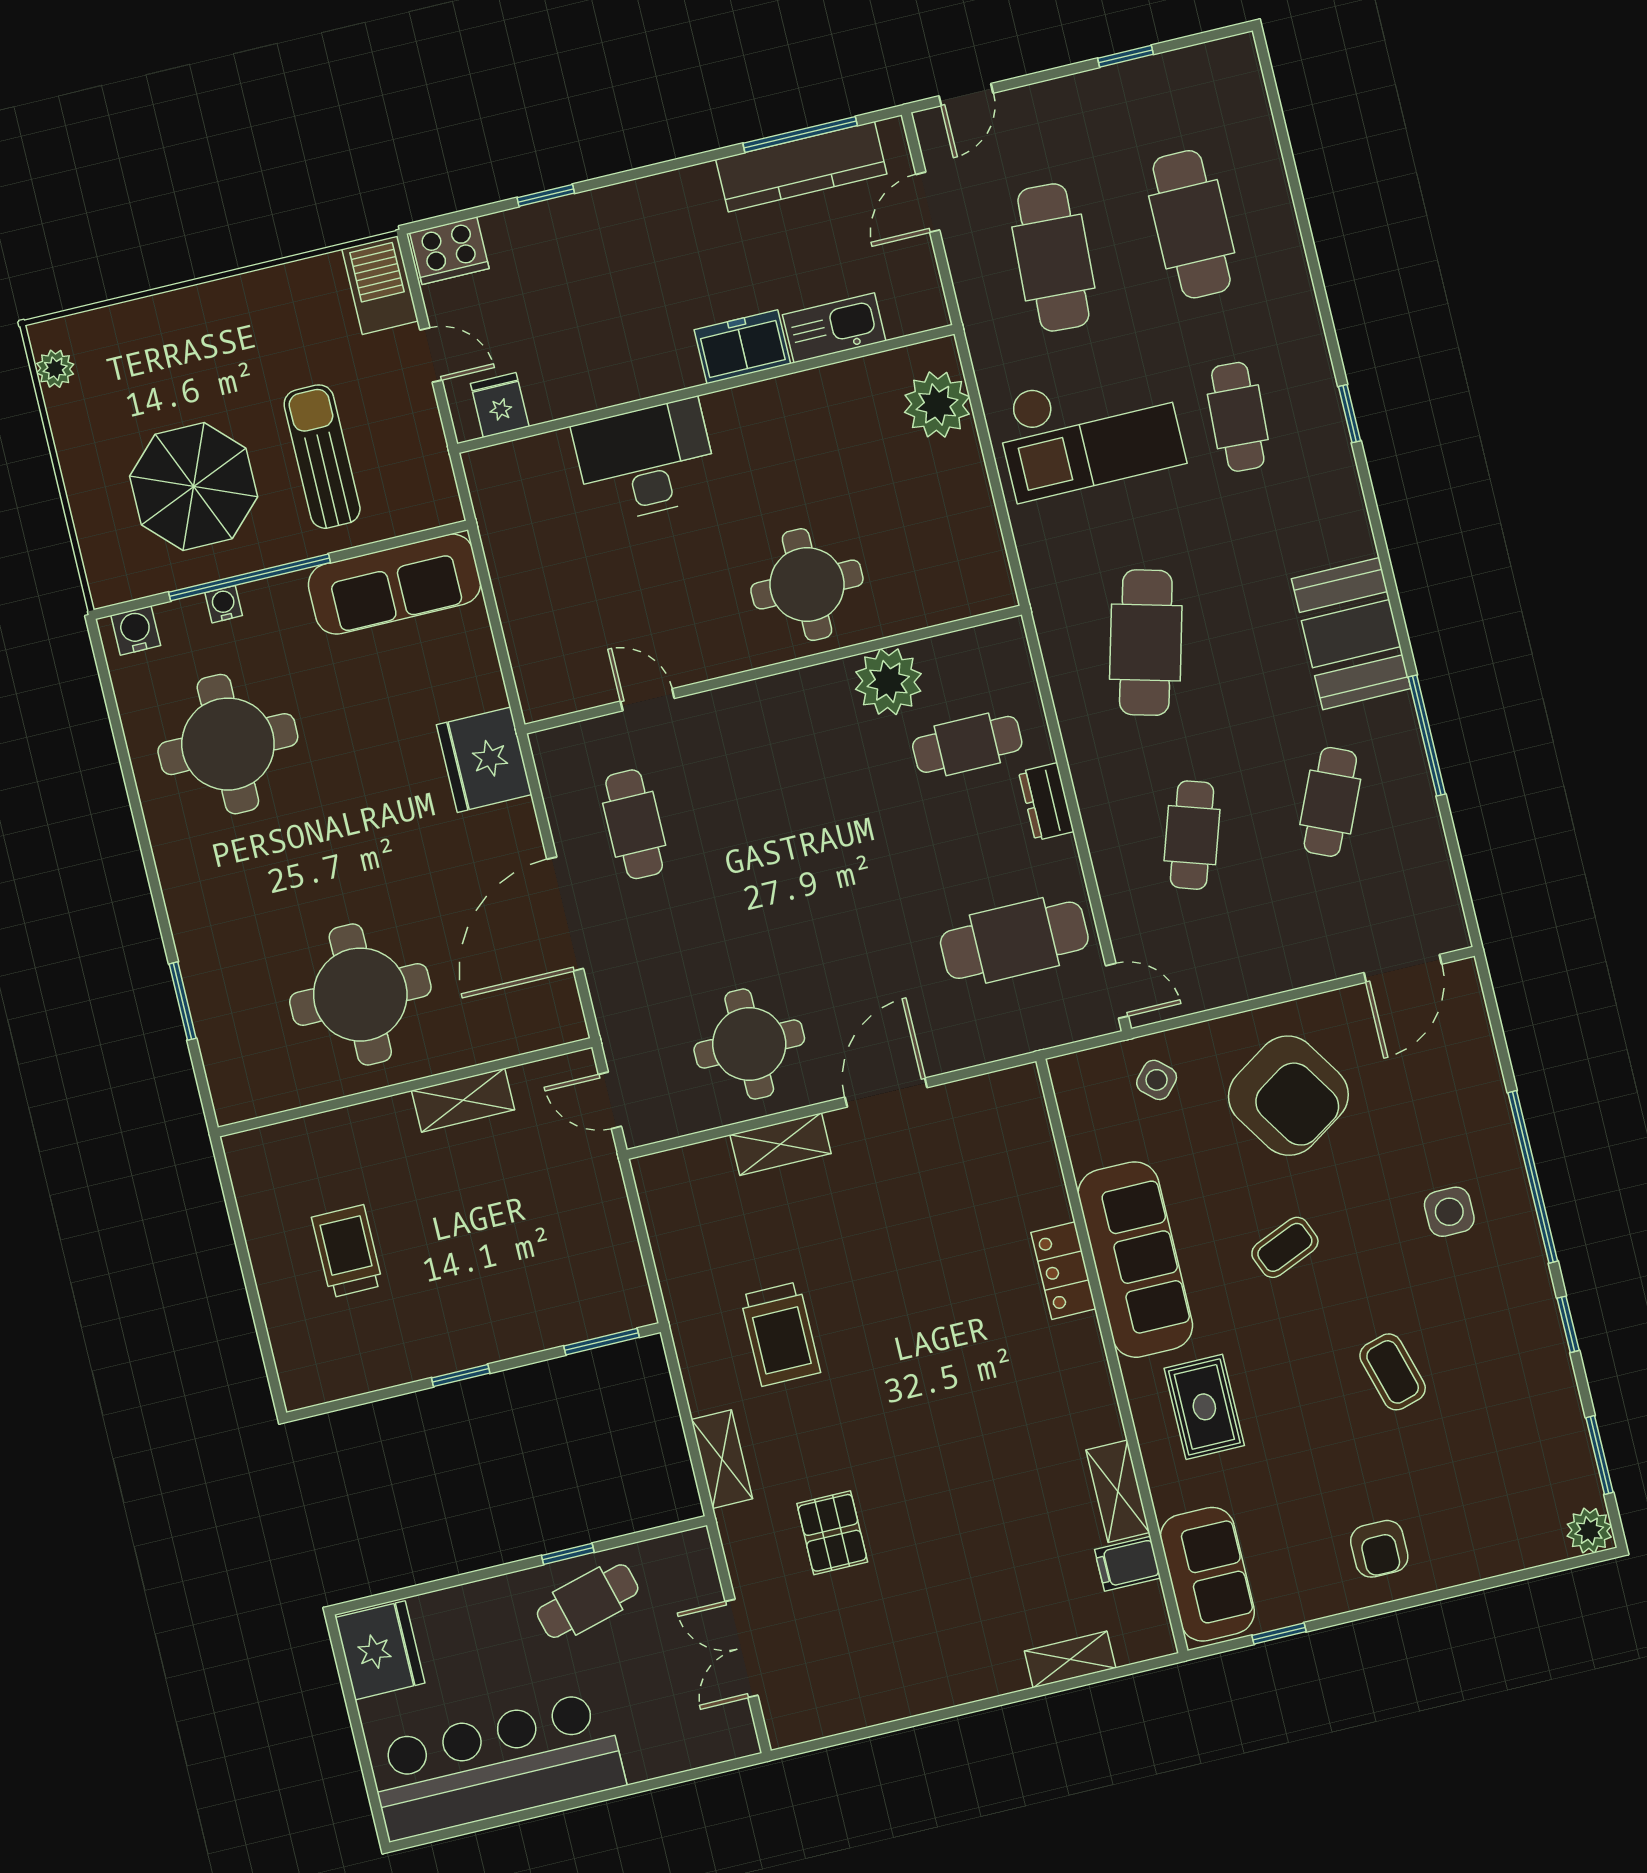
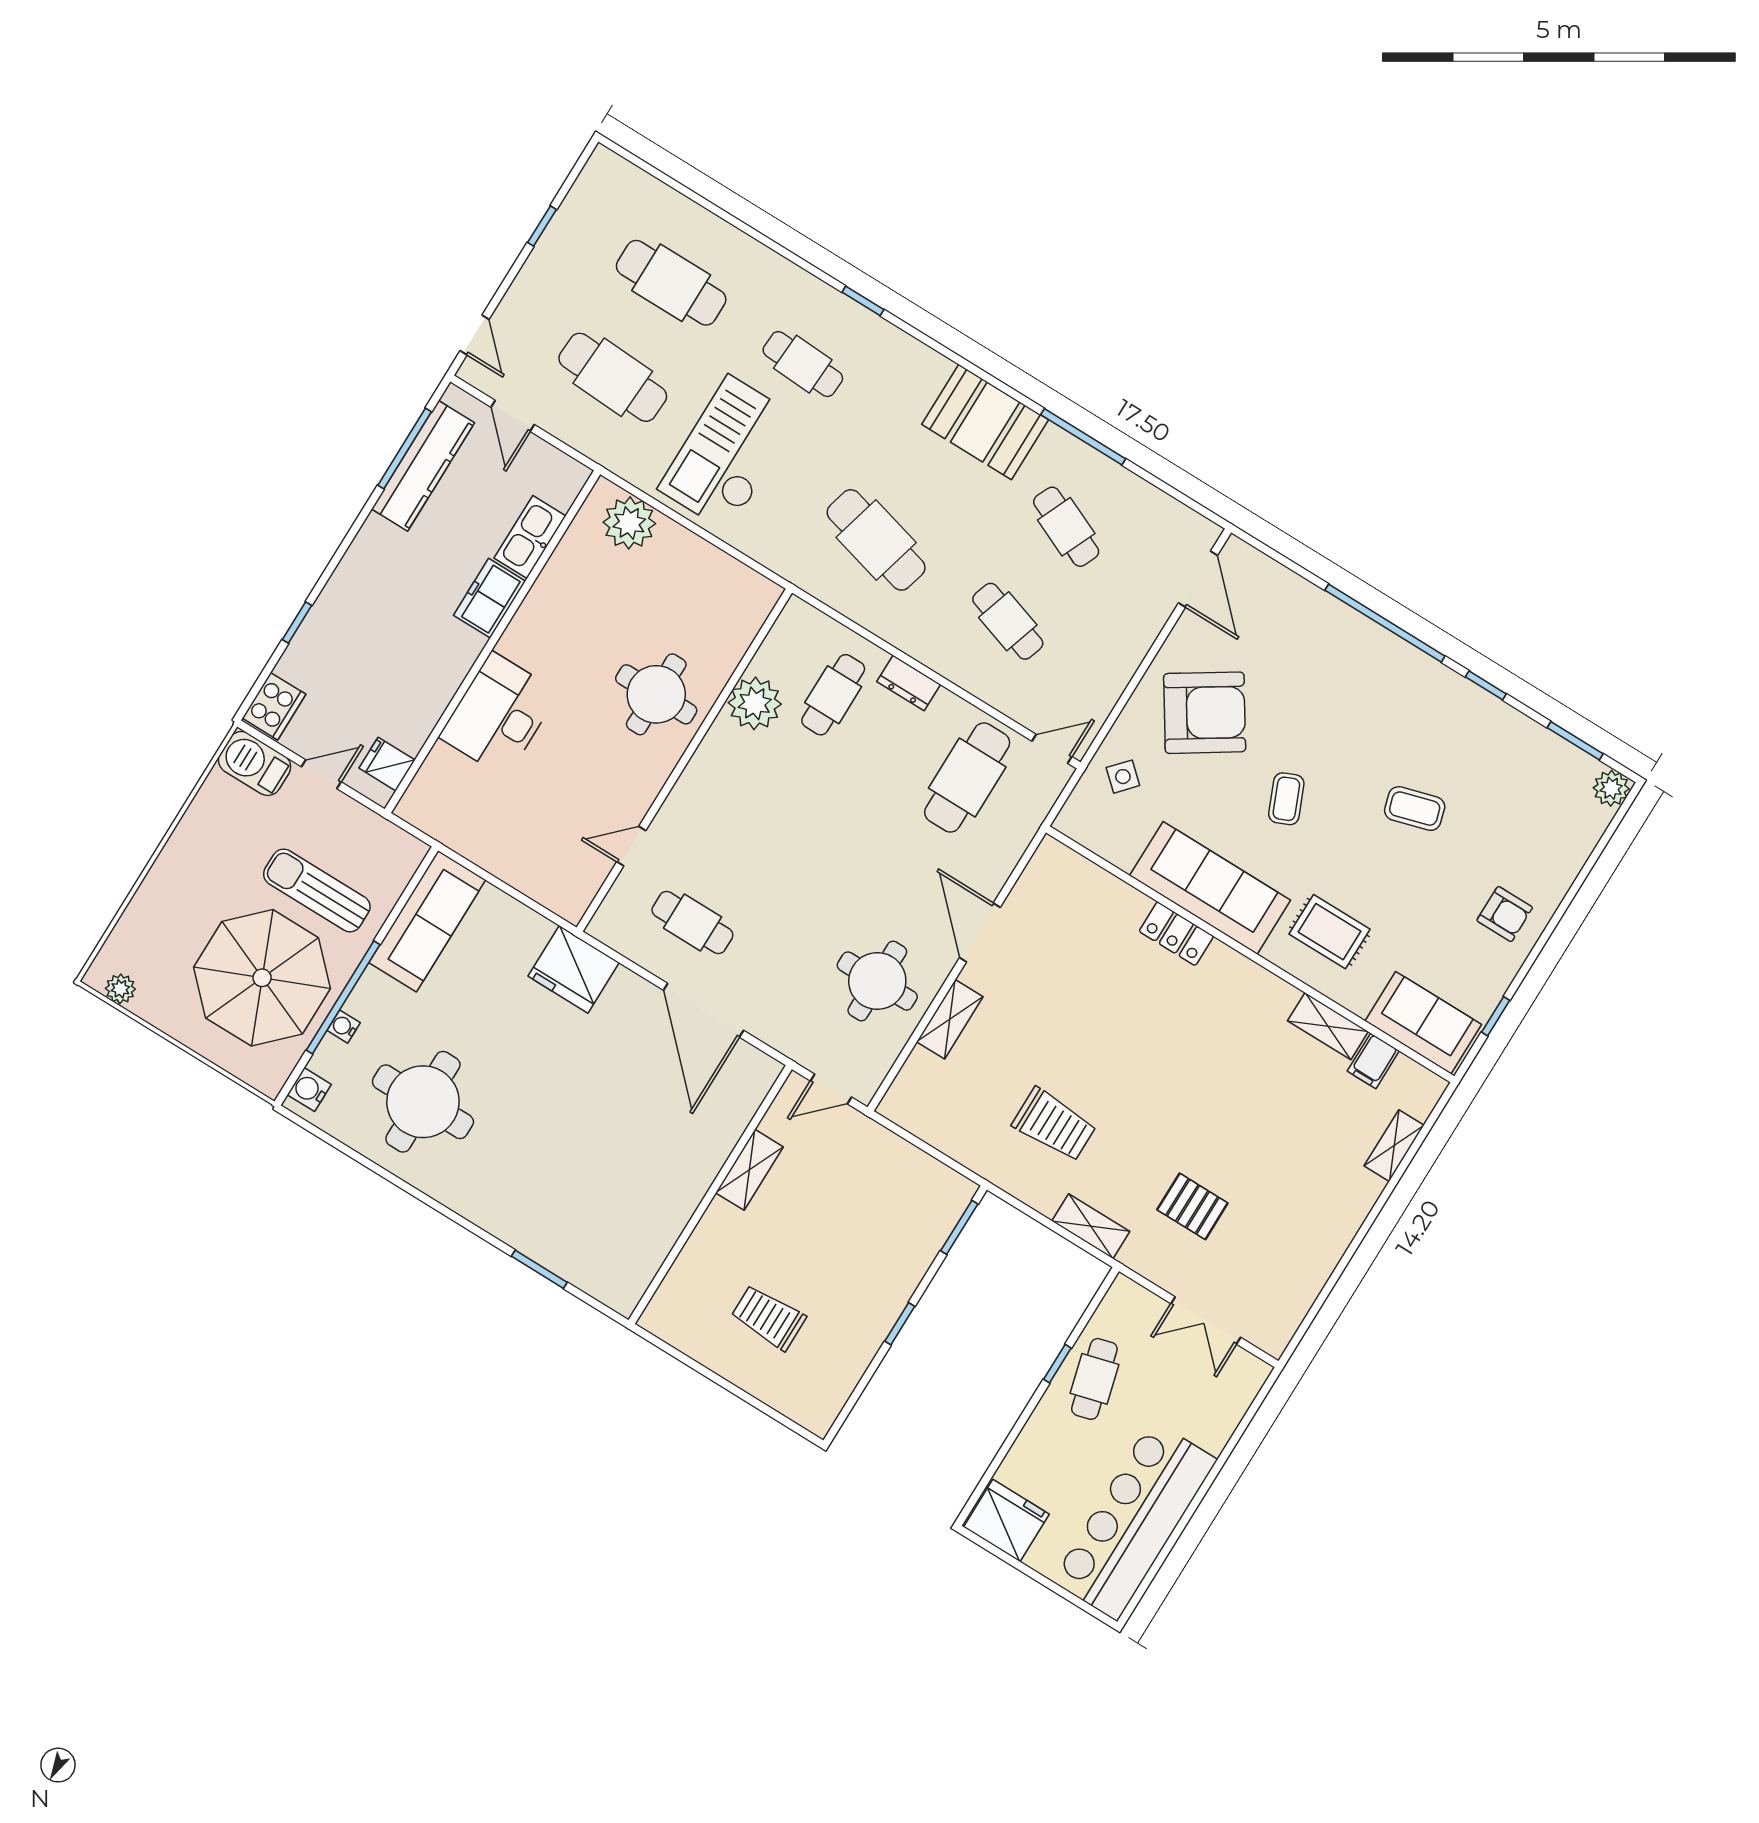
checkout: (1090, 431) -> (728, 454), turned 180
parasol: (194, 486) -> (262, 978), width x1.36, depth x1.36
round table: (360, 995) -> (634, 1168), removed
side table: (1449, 1212) -> (1358, 688), removed

